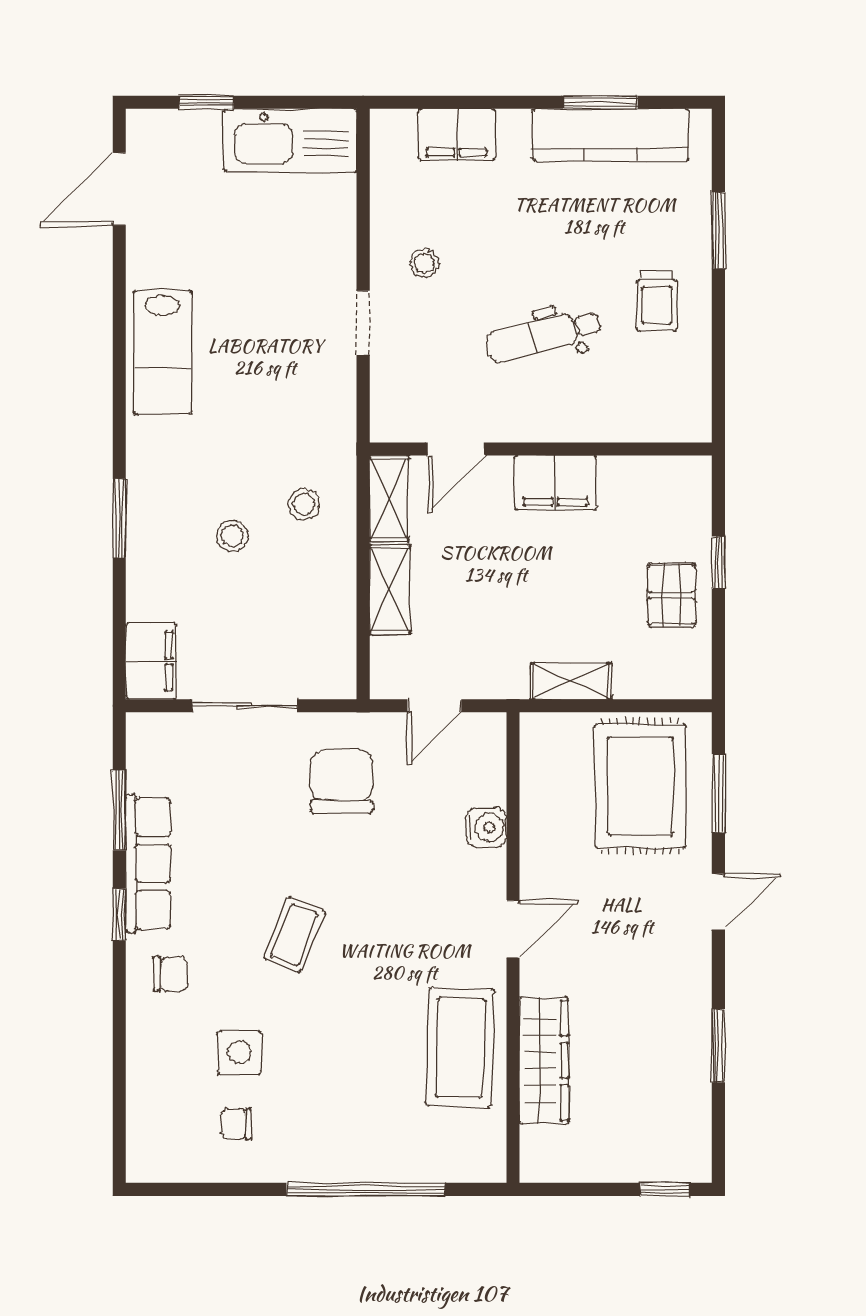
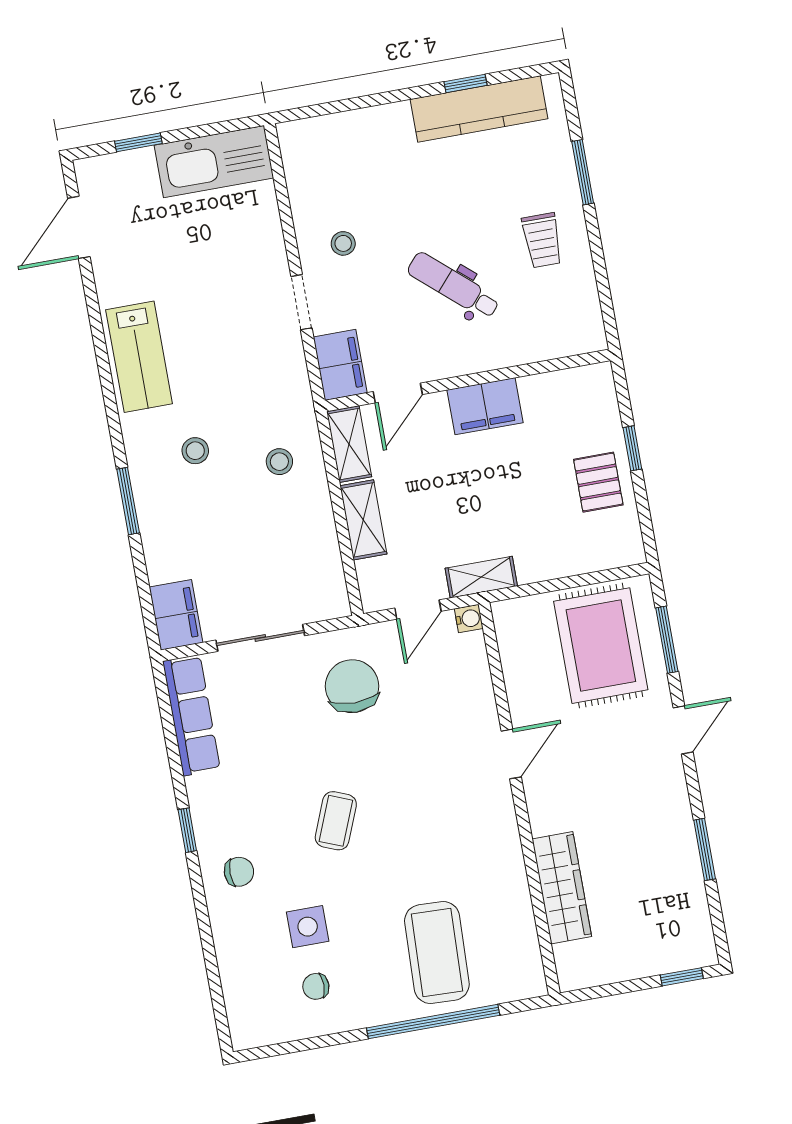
window: (600, 102) -> (466, 84), width x0.67
filing cabinet: (457, 134) -> (340, 365), moved, turned -90
dental chair: (544, 335) -> (453, 286), turned 55
stool: (232, 536) -> (195, 451), moved
shelving: (571, 681) -> (481, 577), moved
window: (119, 810) -> (172, 743), removed
water cooler: (486, 827) -> (469, 619), moved, width x0.72, depth x0.72
row of seats: (148, 863) -> (191, 715), moved
door: (513, 929) -> (511, 754), moved
coffee table: (460, 1048) -> (437, 953), moved

